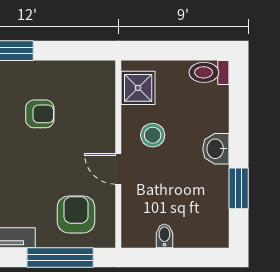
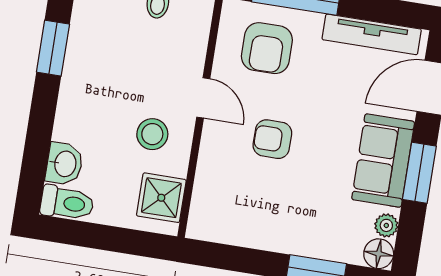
armchair: (40, 114) -> (272, 139), moved
washbasin: (216, 149) -> (64, 164), moved

